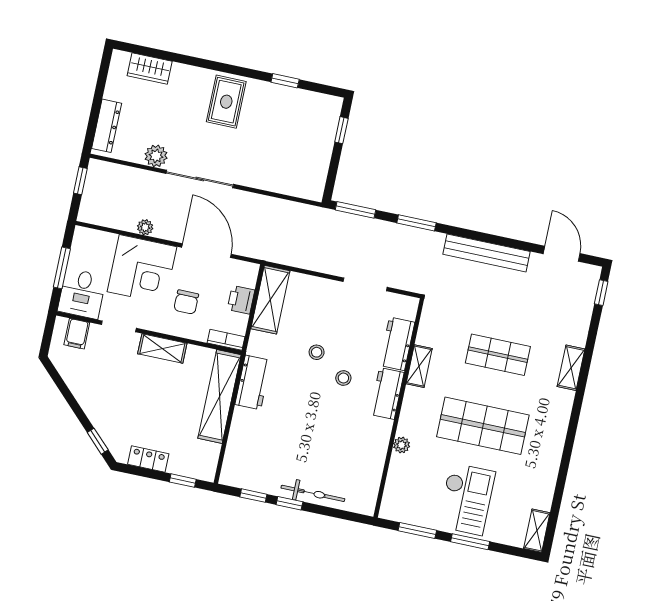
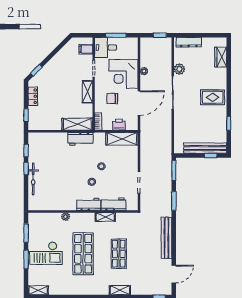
bench: (324, 138) -> (205, 148), added
shelving: (219, 397) -> (77, 124), width x0.68

